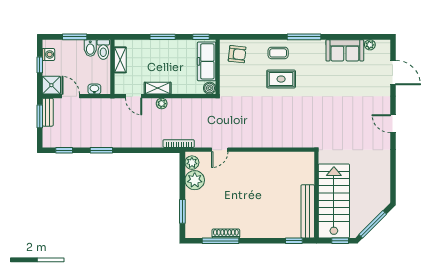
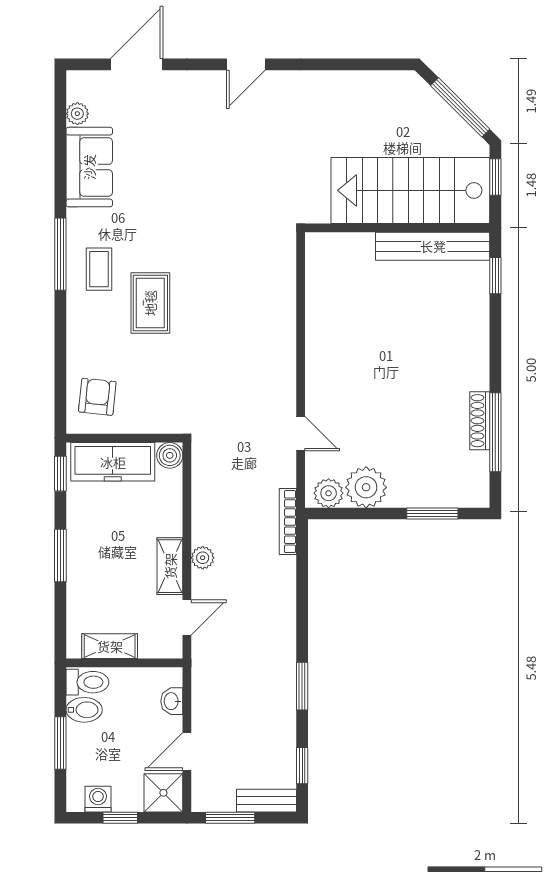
coffee table: (278, 53) -> (99, 269), moved
bench: (48, 112) -> (266, 801), moved

